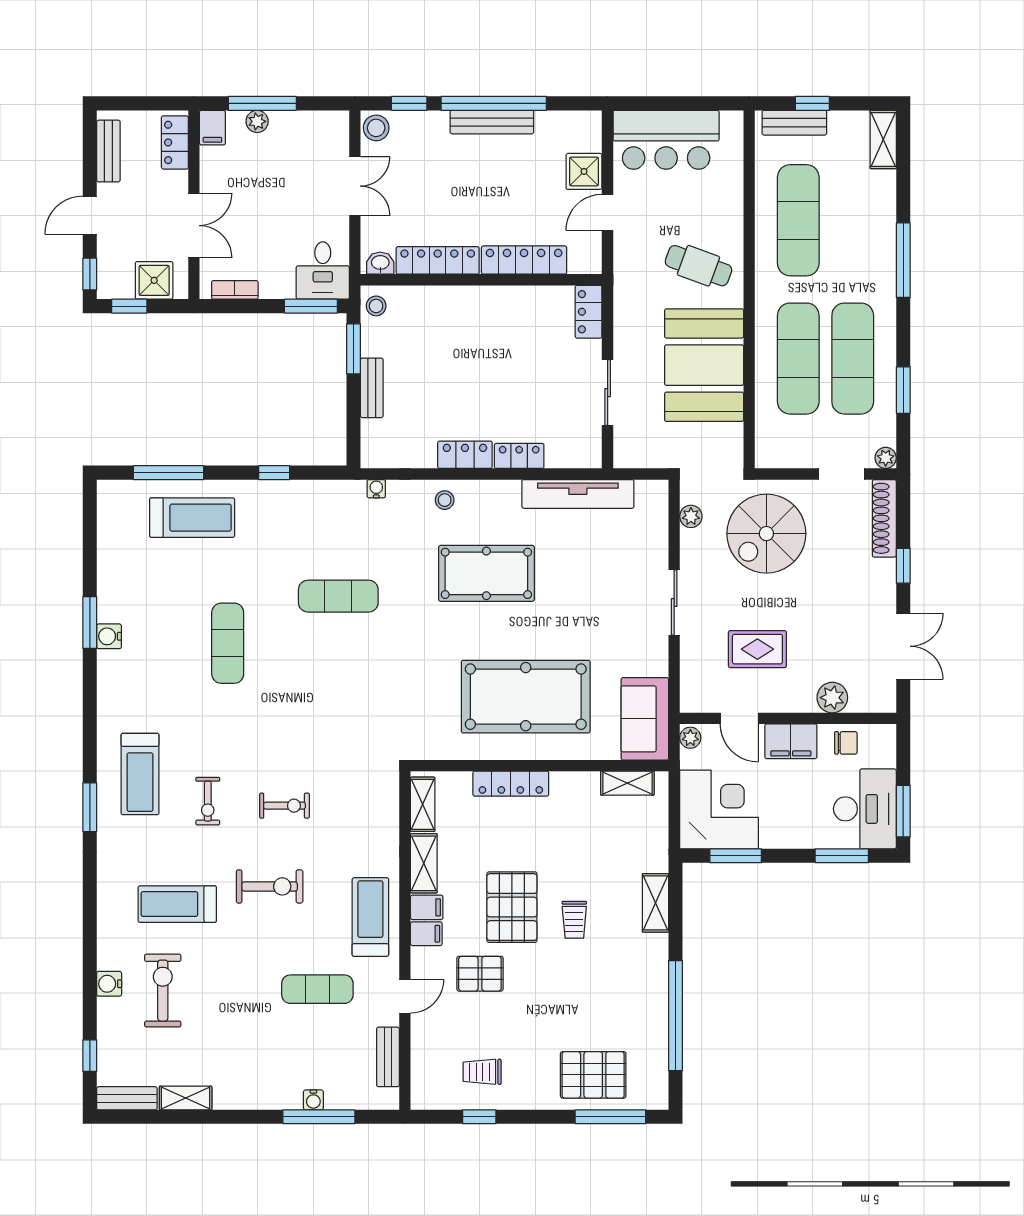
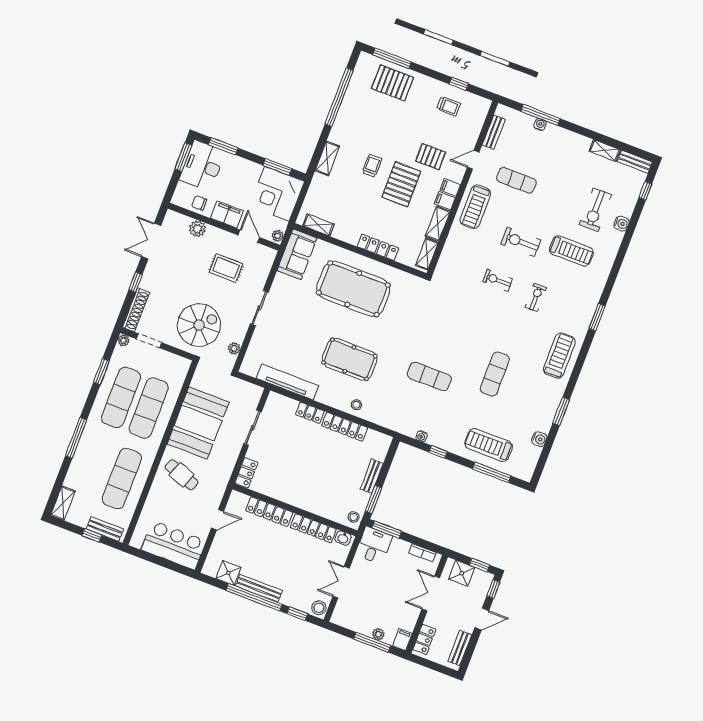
shower: (584, 171) -> (228, 573), moved
locker: (465, 455) -> (345, 427), width x1.53
water cooler: (376, 489) -> (422, 436), moved
water cooler: (109, 636) -> (539, 439), moved
treadmill: (140, 774) -> (559, 356), moved

